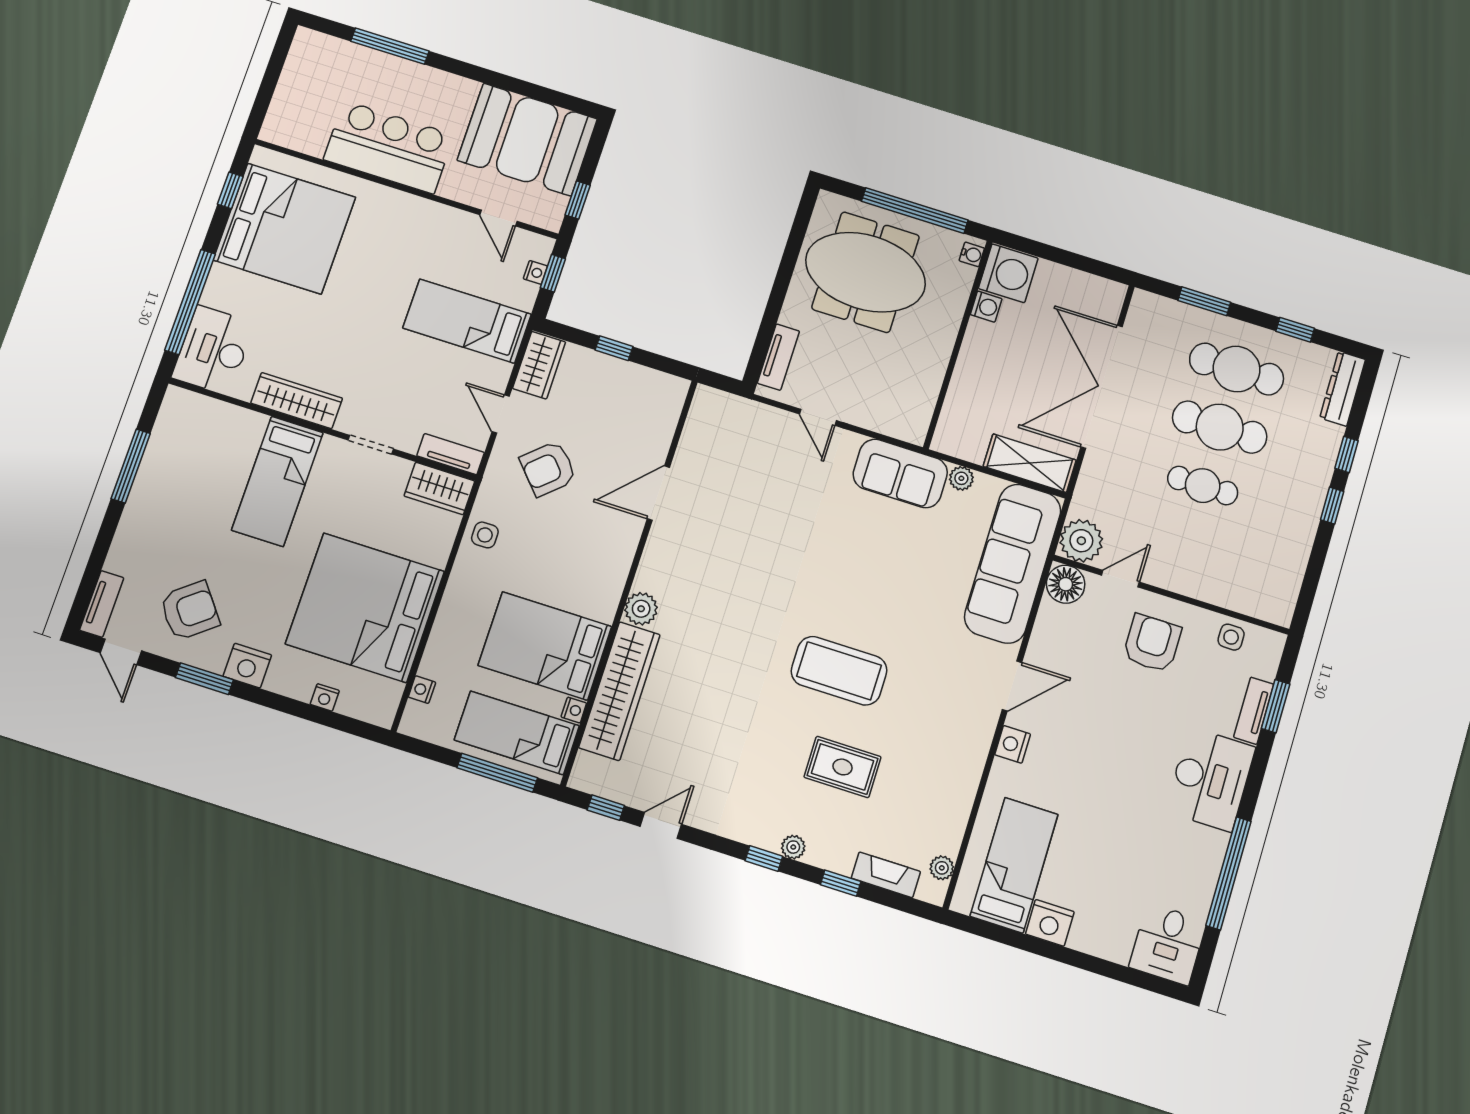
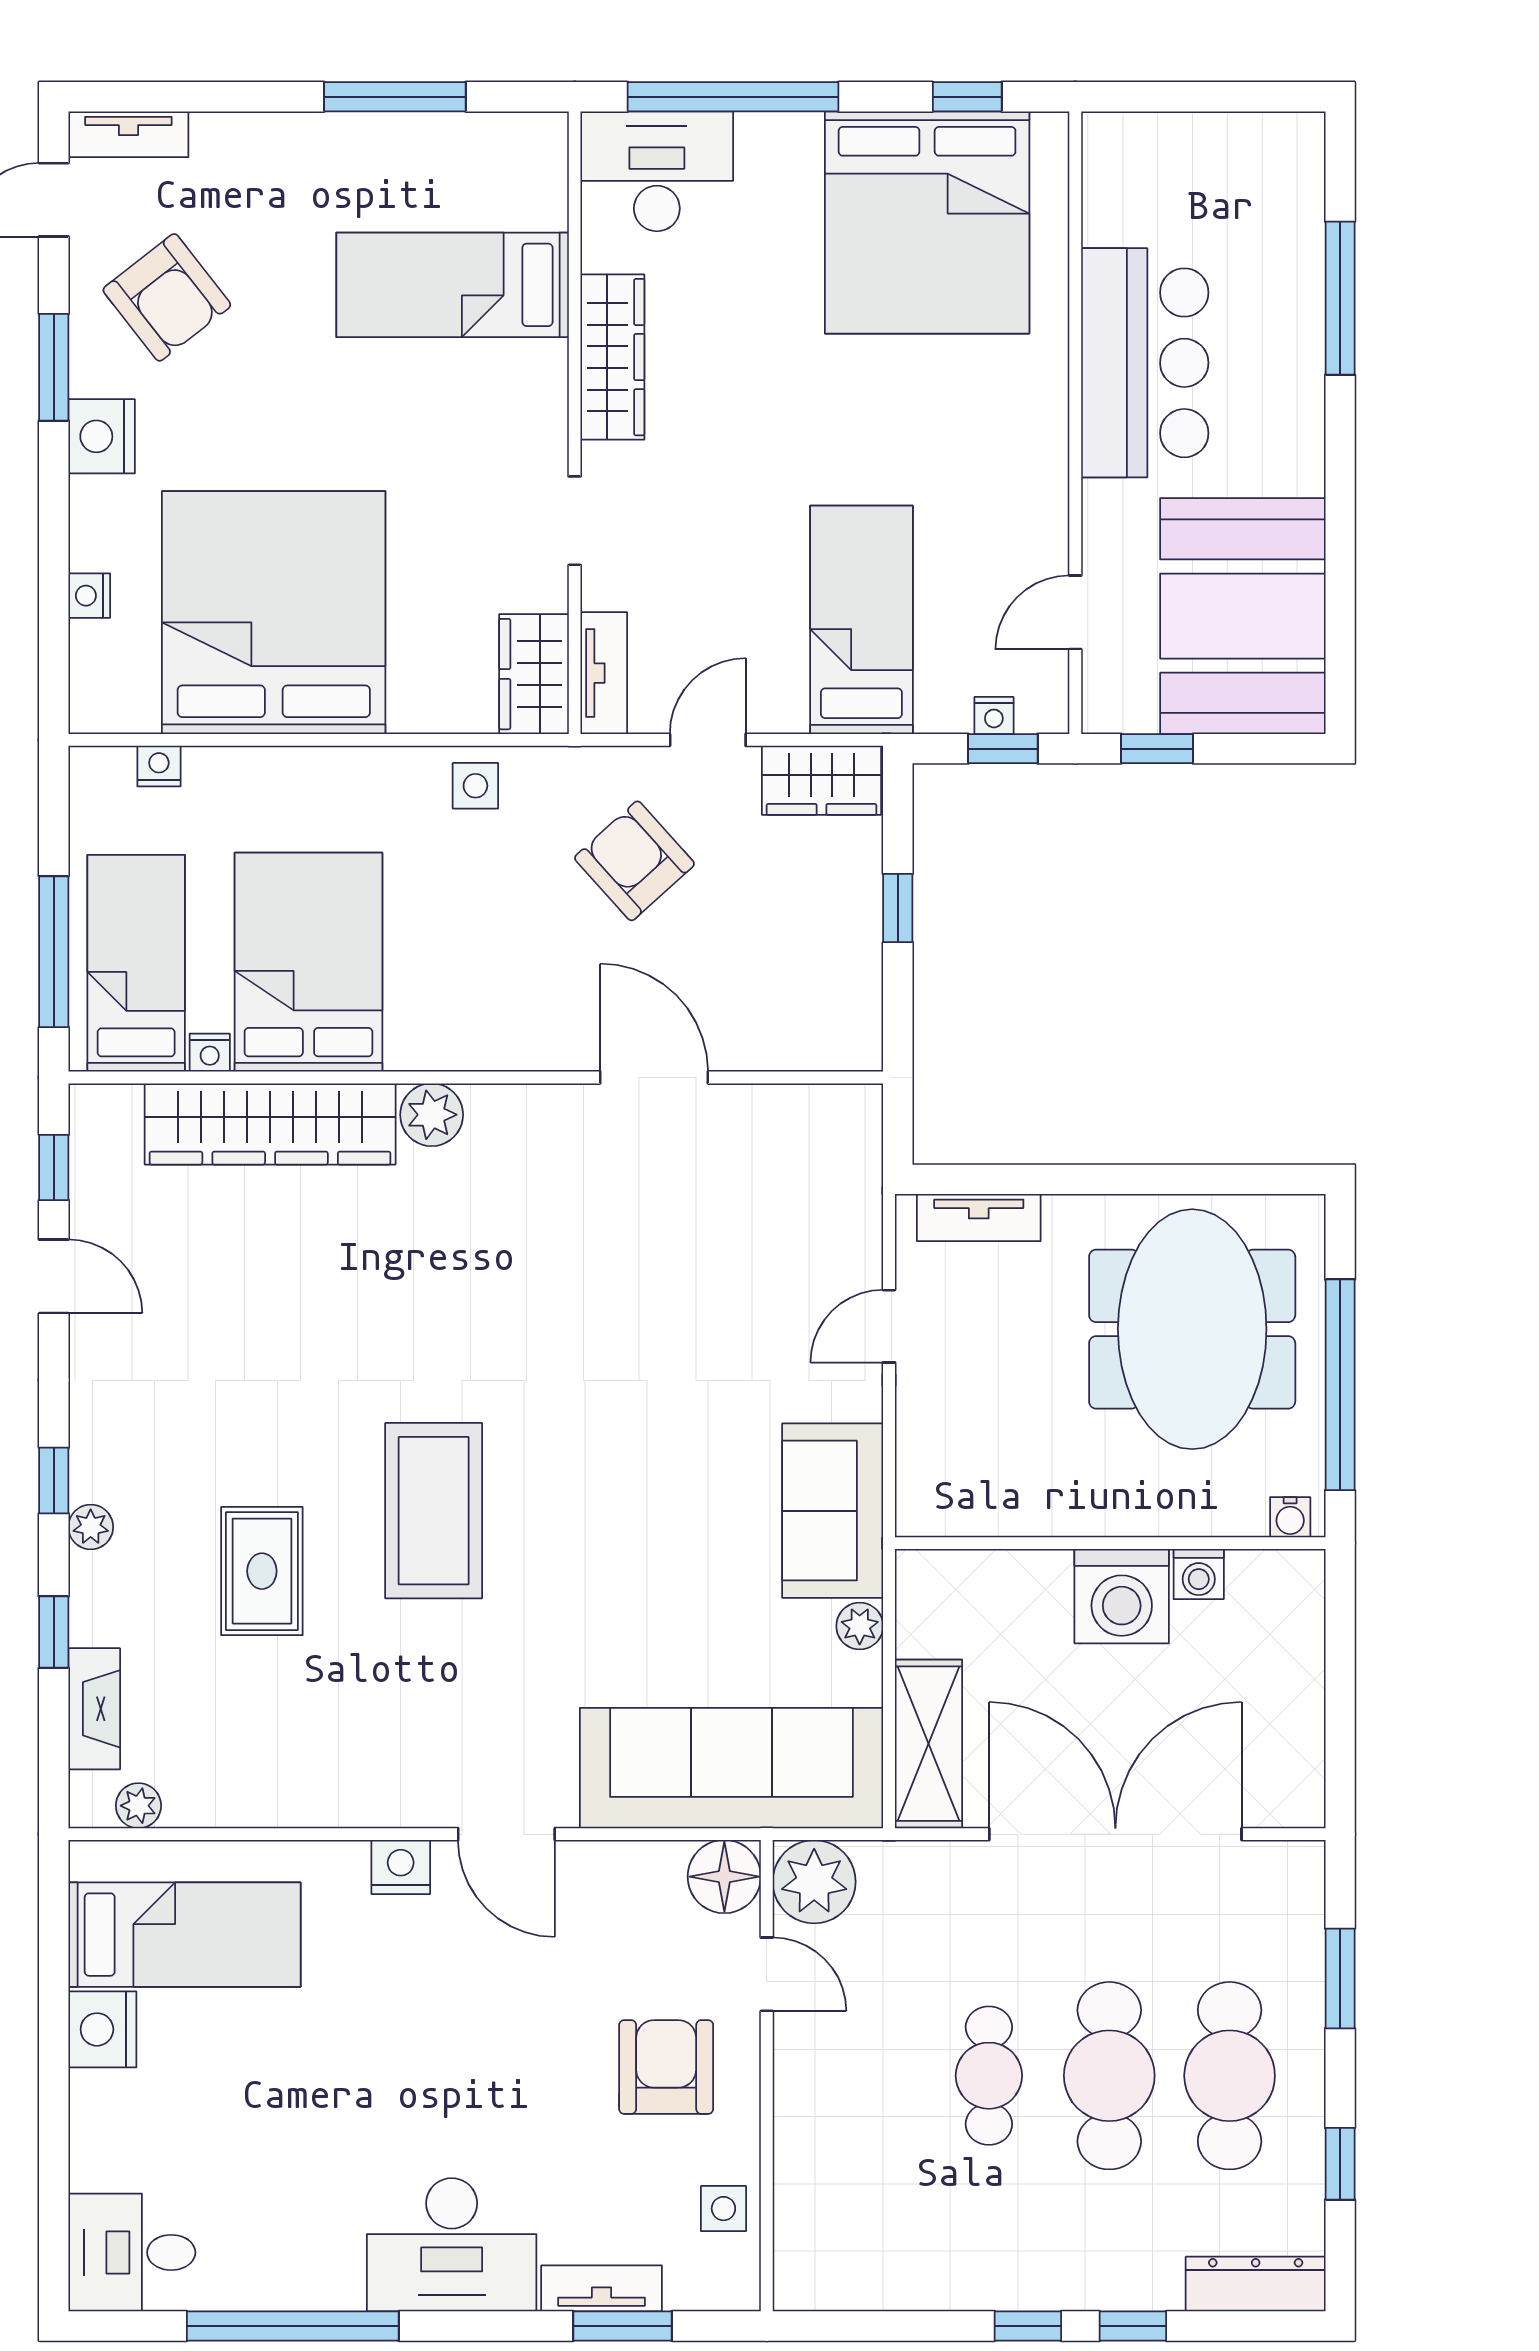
washing machine: (1008, 273) -> (1122, 1596), moved
bed: (277, 481) -> (453, 285), moved
armchair: (1152, 643) -> (666, 2067), turned -90

